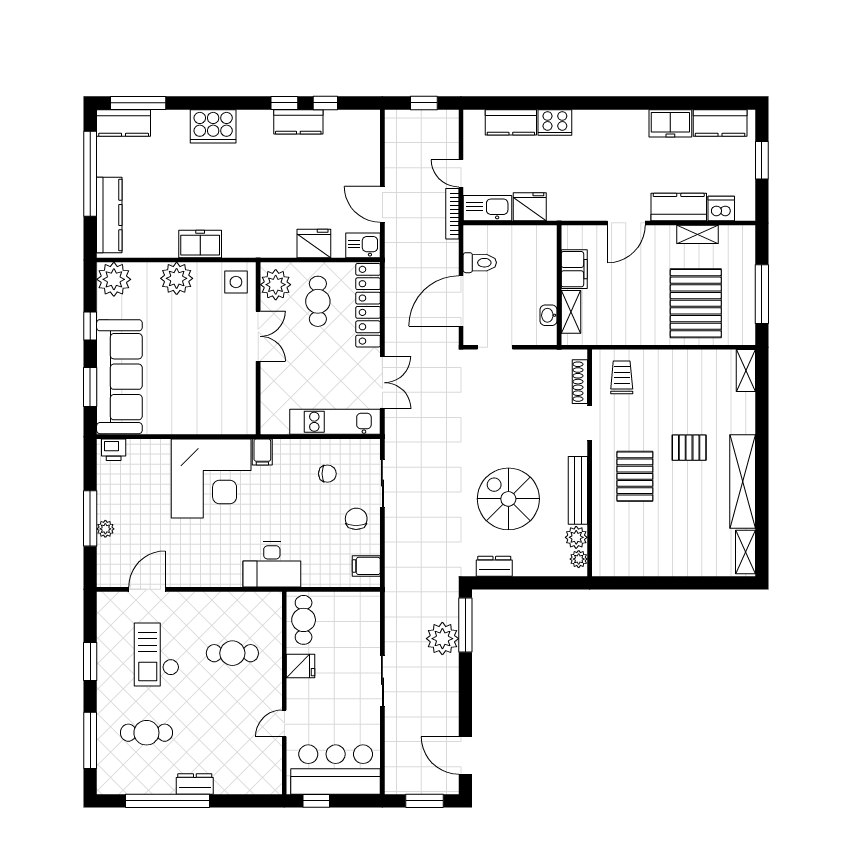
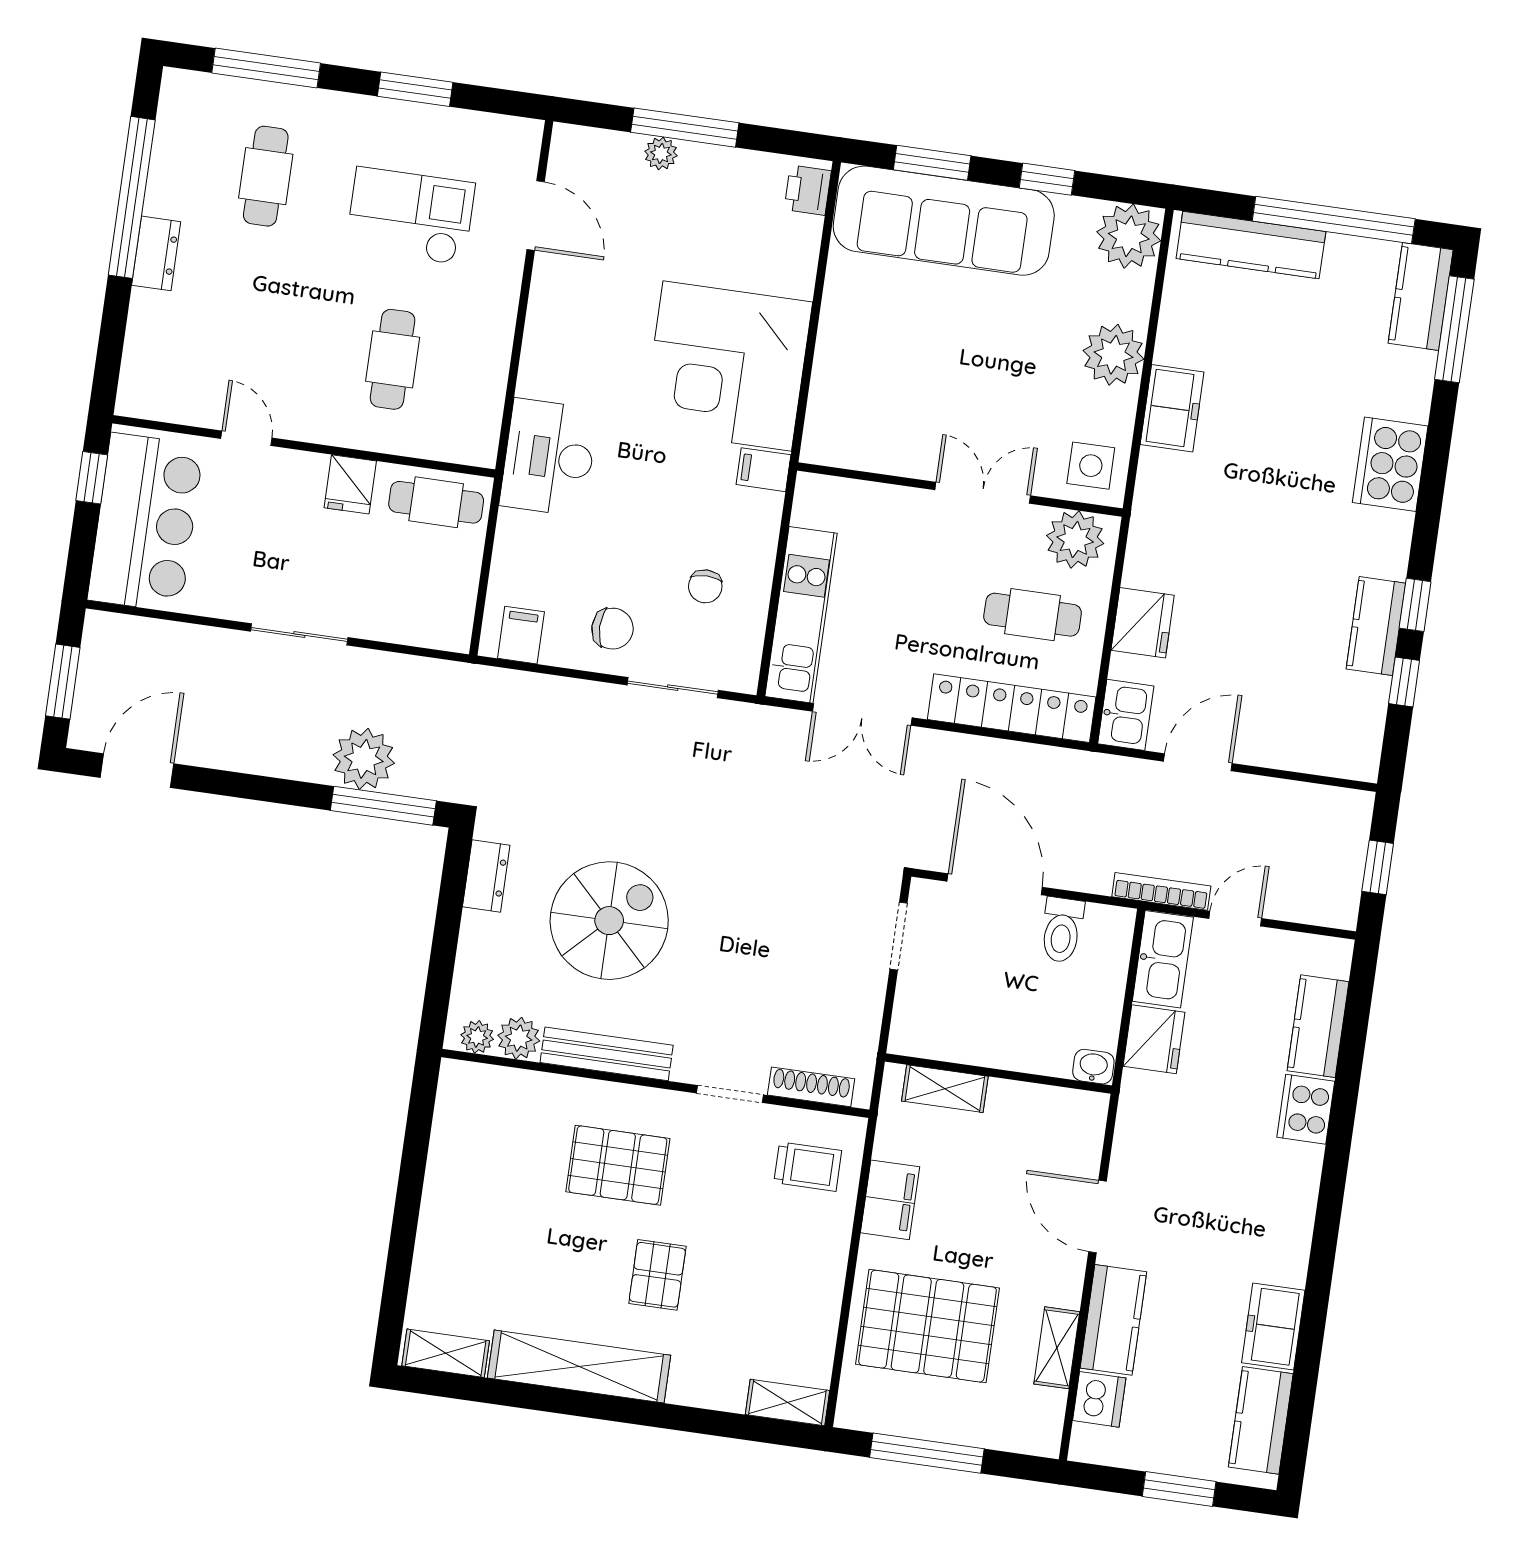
filing cabinet: (574, 269) -> (890, 1200), moved, turned -90
washbasin: (548, 315) -> (1093, 1067), moved
double door: (258, 336) -> (983, 493), swing flipped

